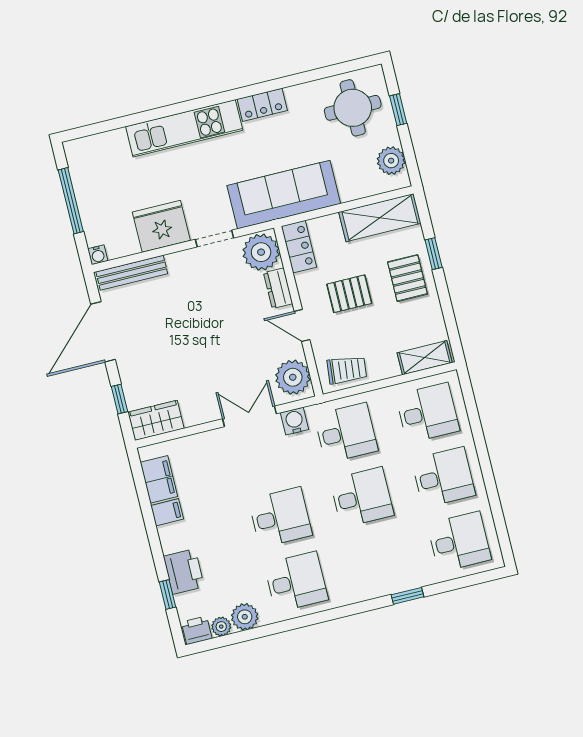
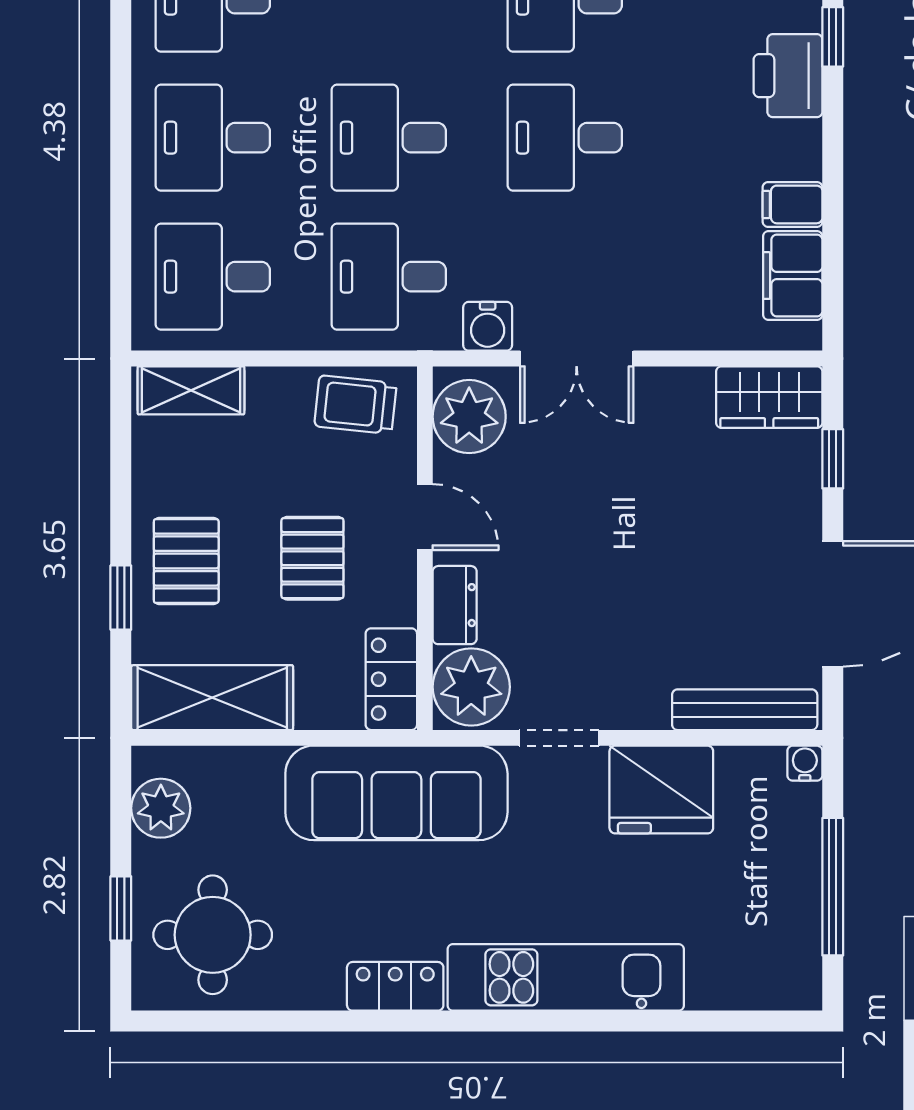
pallet: (349, 294) -> (312, 558), turned 90

